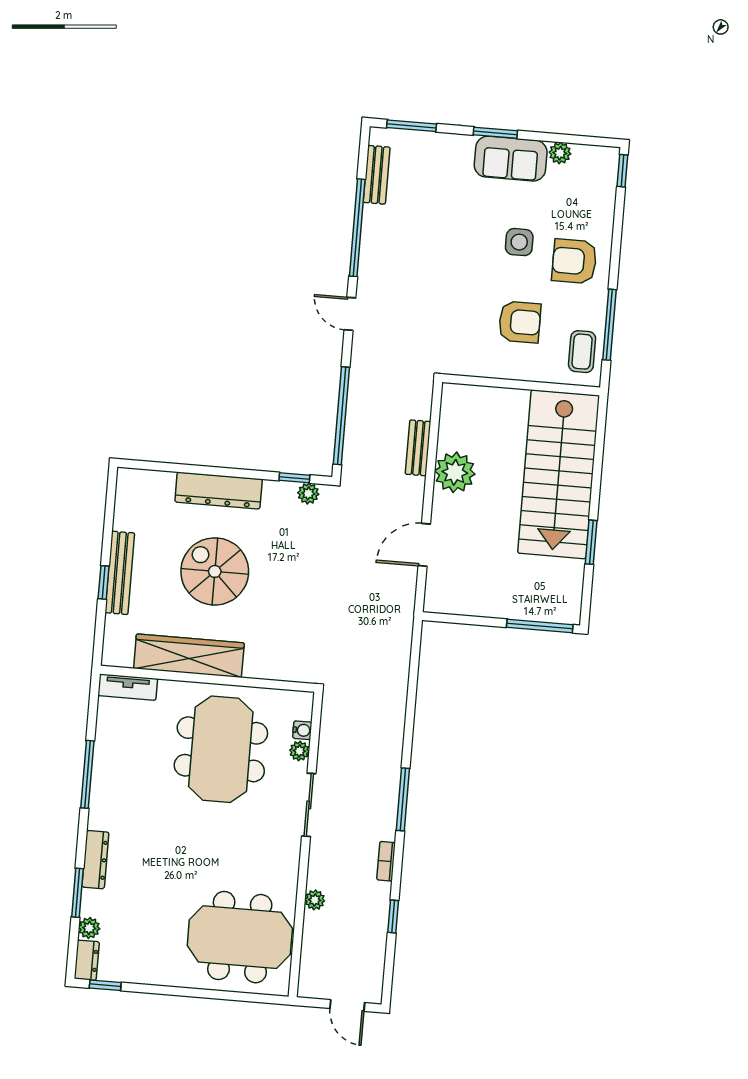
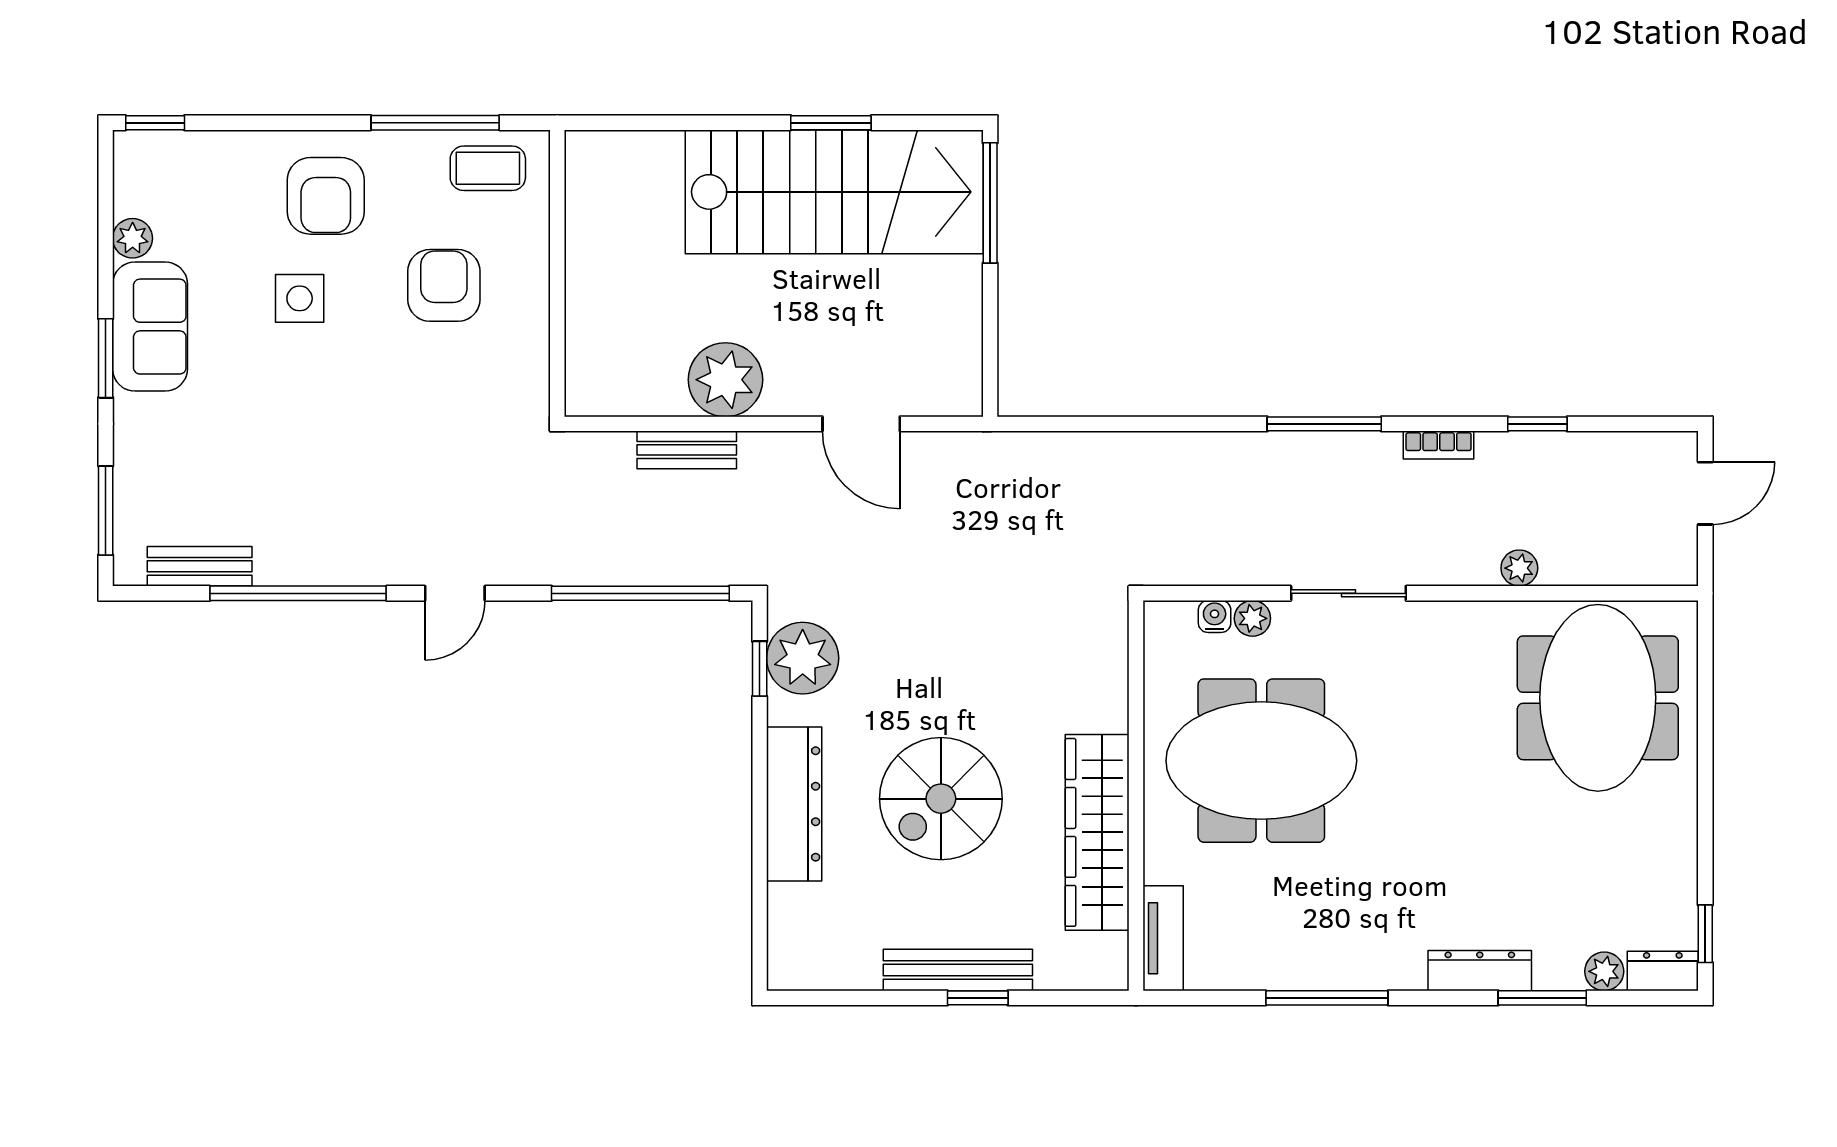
stairs: (559, 474) -> (834, 192), moved
plant: (308, 493) -> (803, 658), width x1.88, depth x1.88

